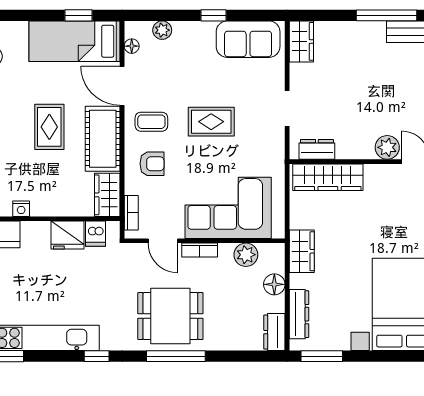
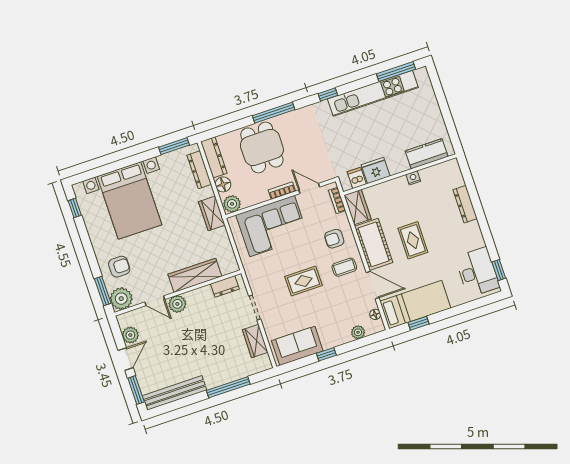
window: (386, 15) -> (228, 387), moved
wardrobe: (301, 41) -> (255, 341), moved
wardrobe: (328, 177) -> (195, 275), moved
plant: (246, 255) -> (232, 204), moved
dining table: (170, 316) -> (262, 147), moved, turned 90
dresser: (274, 332) -> (214, 157), width x1.44

